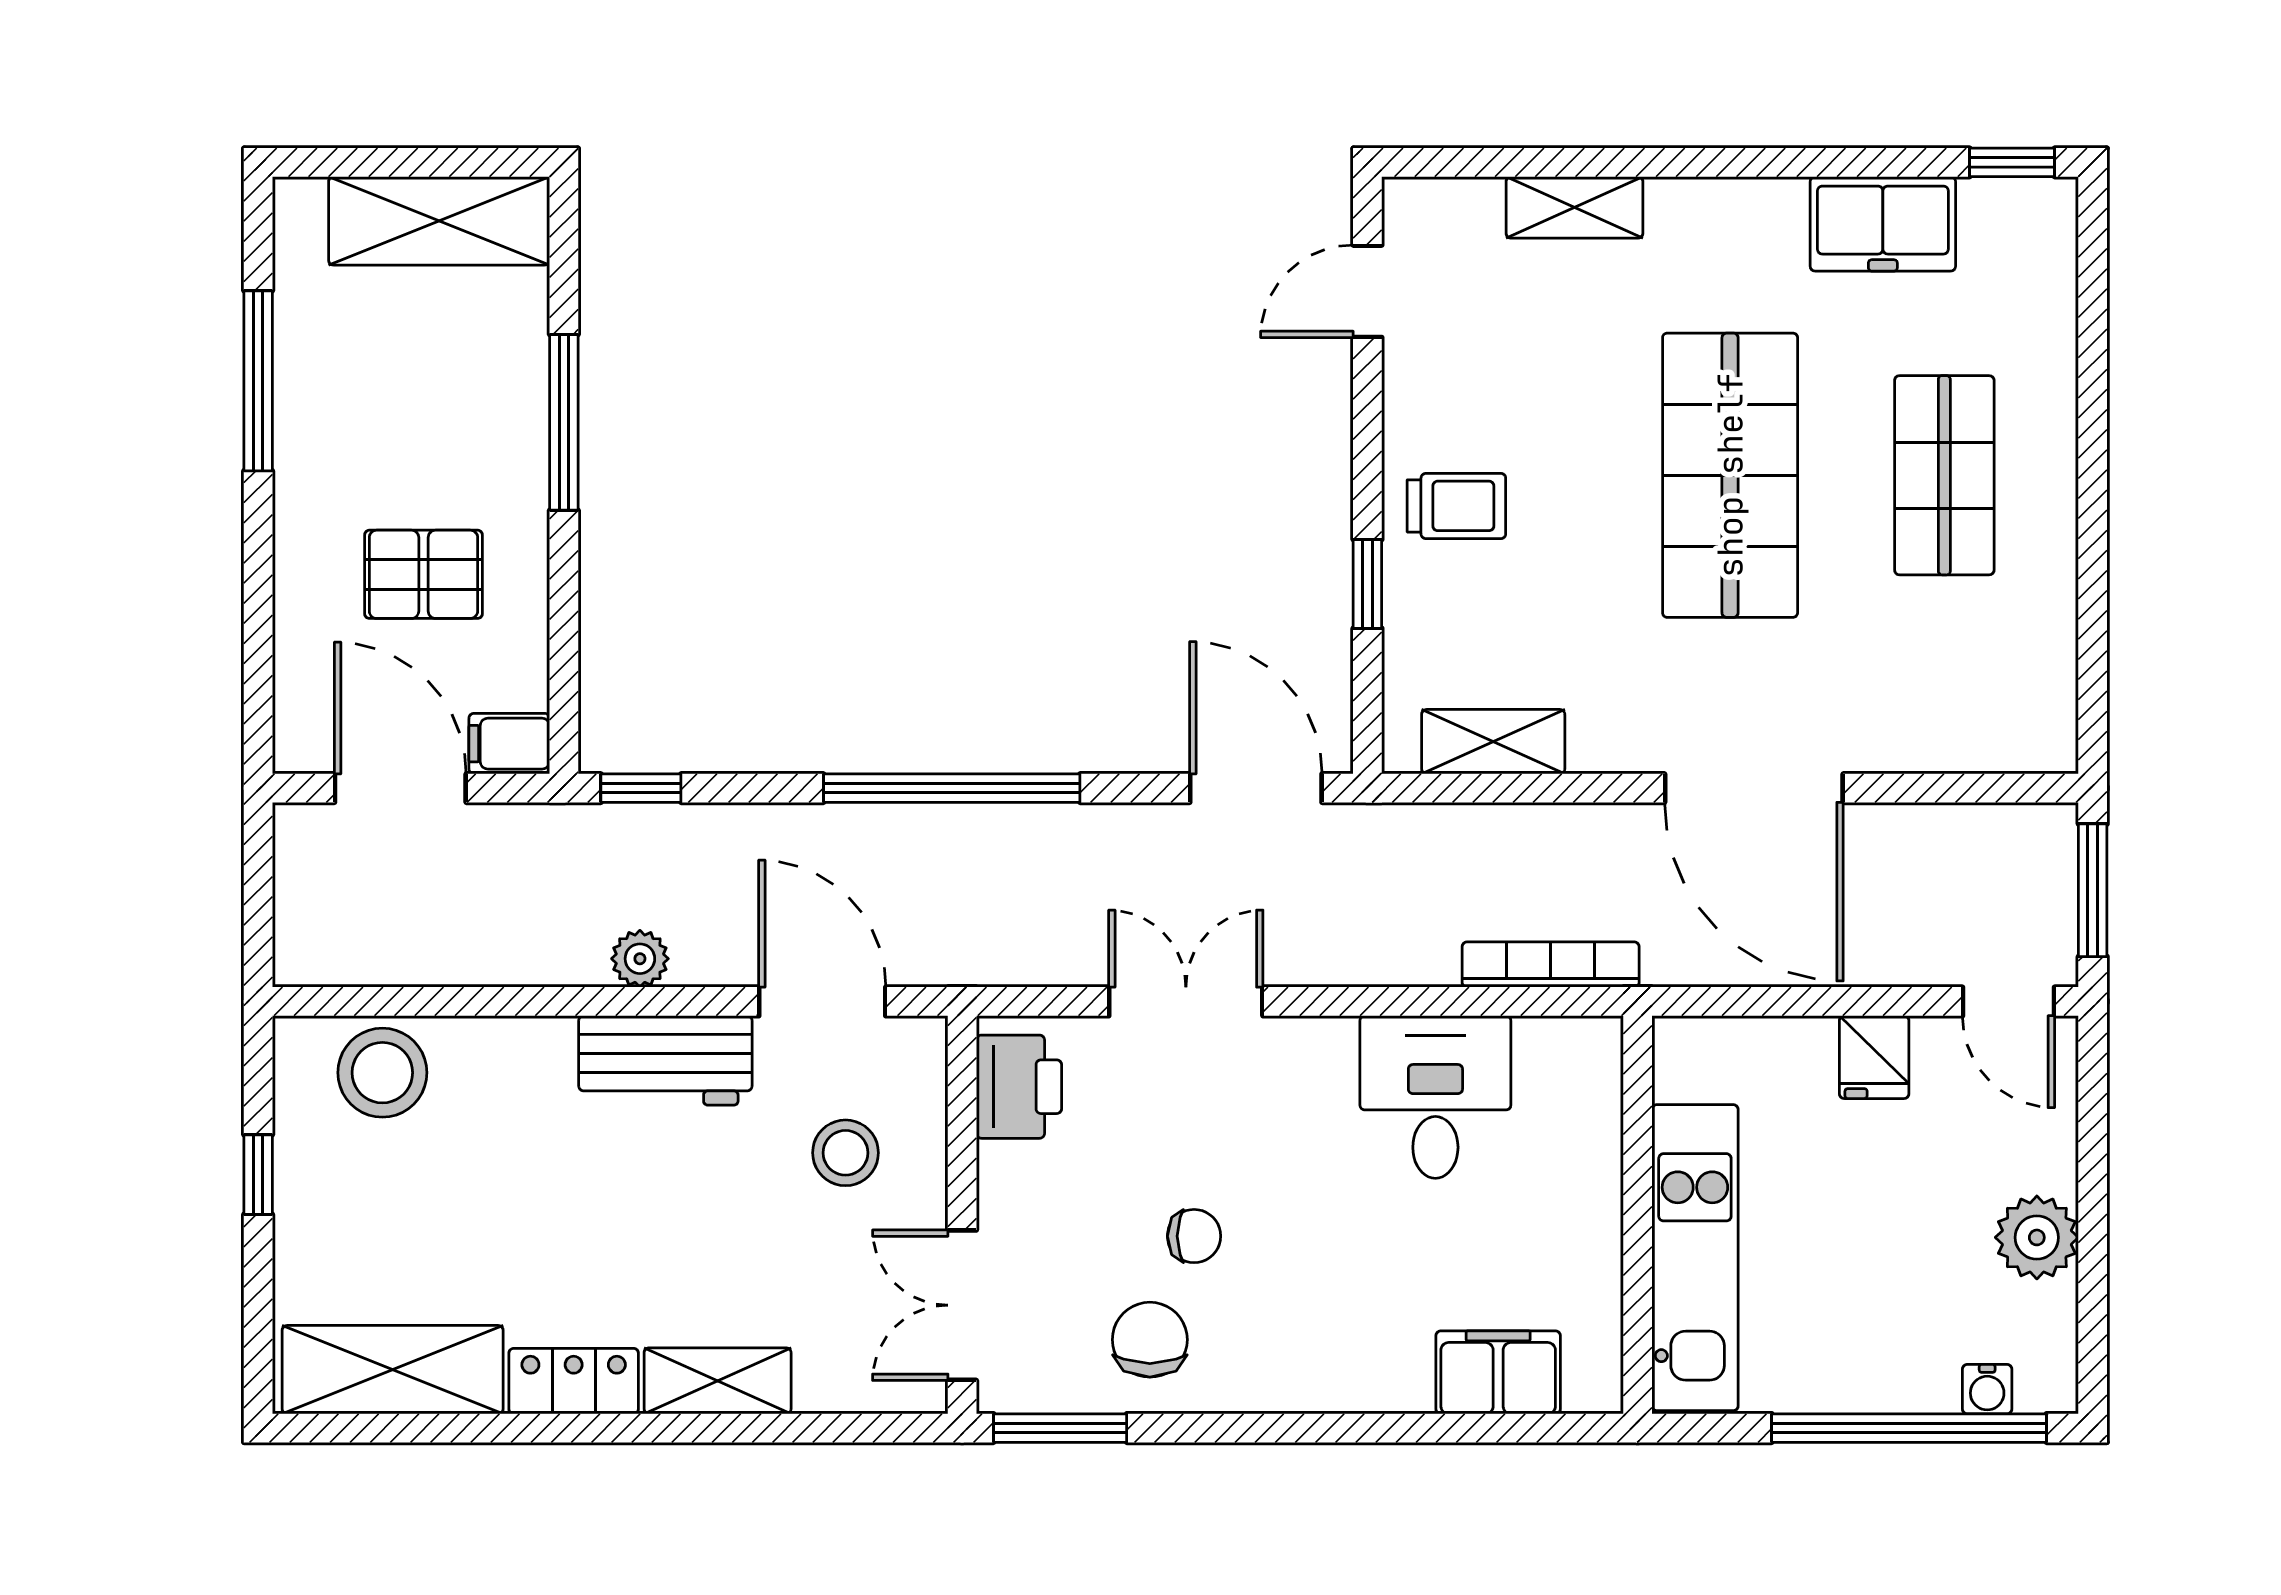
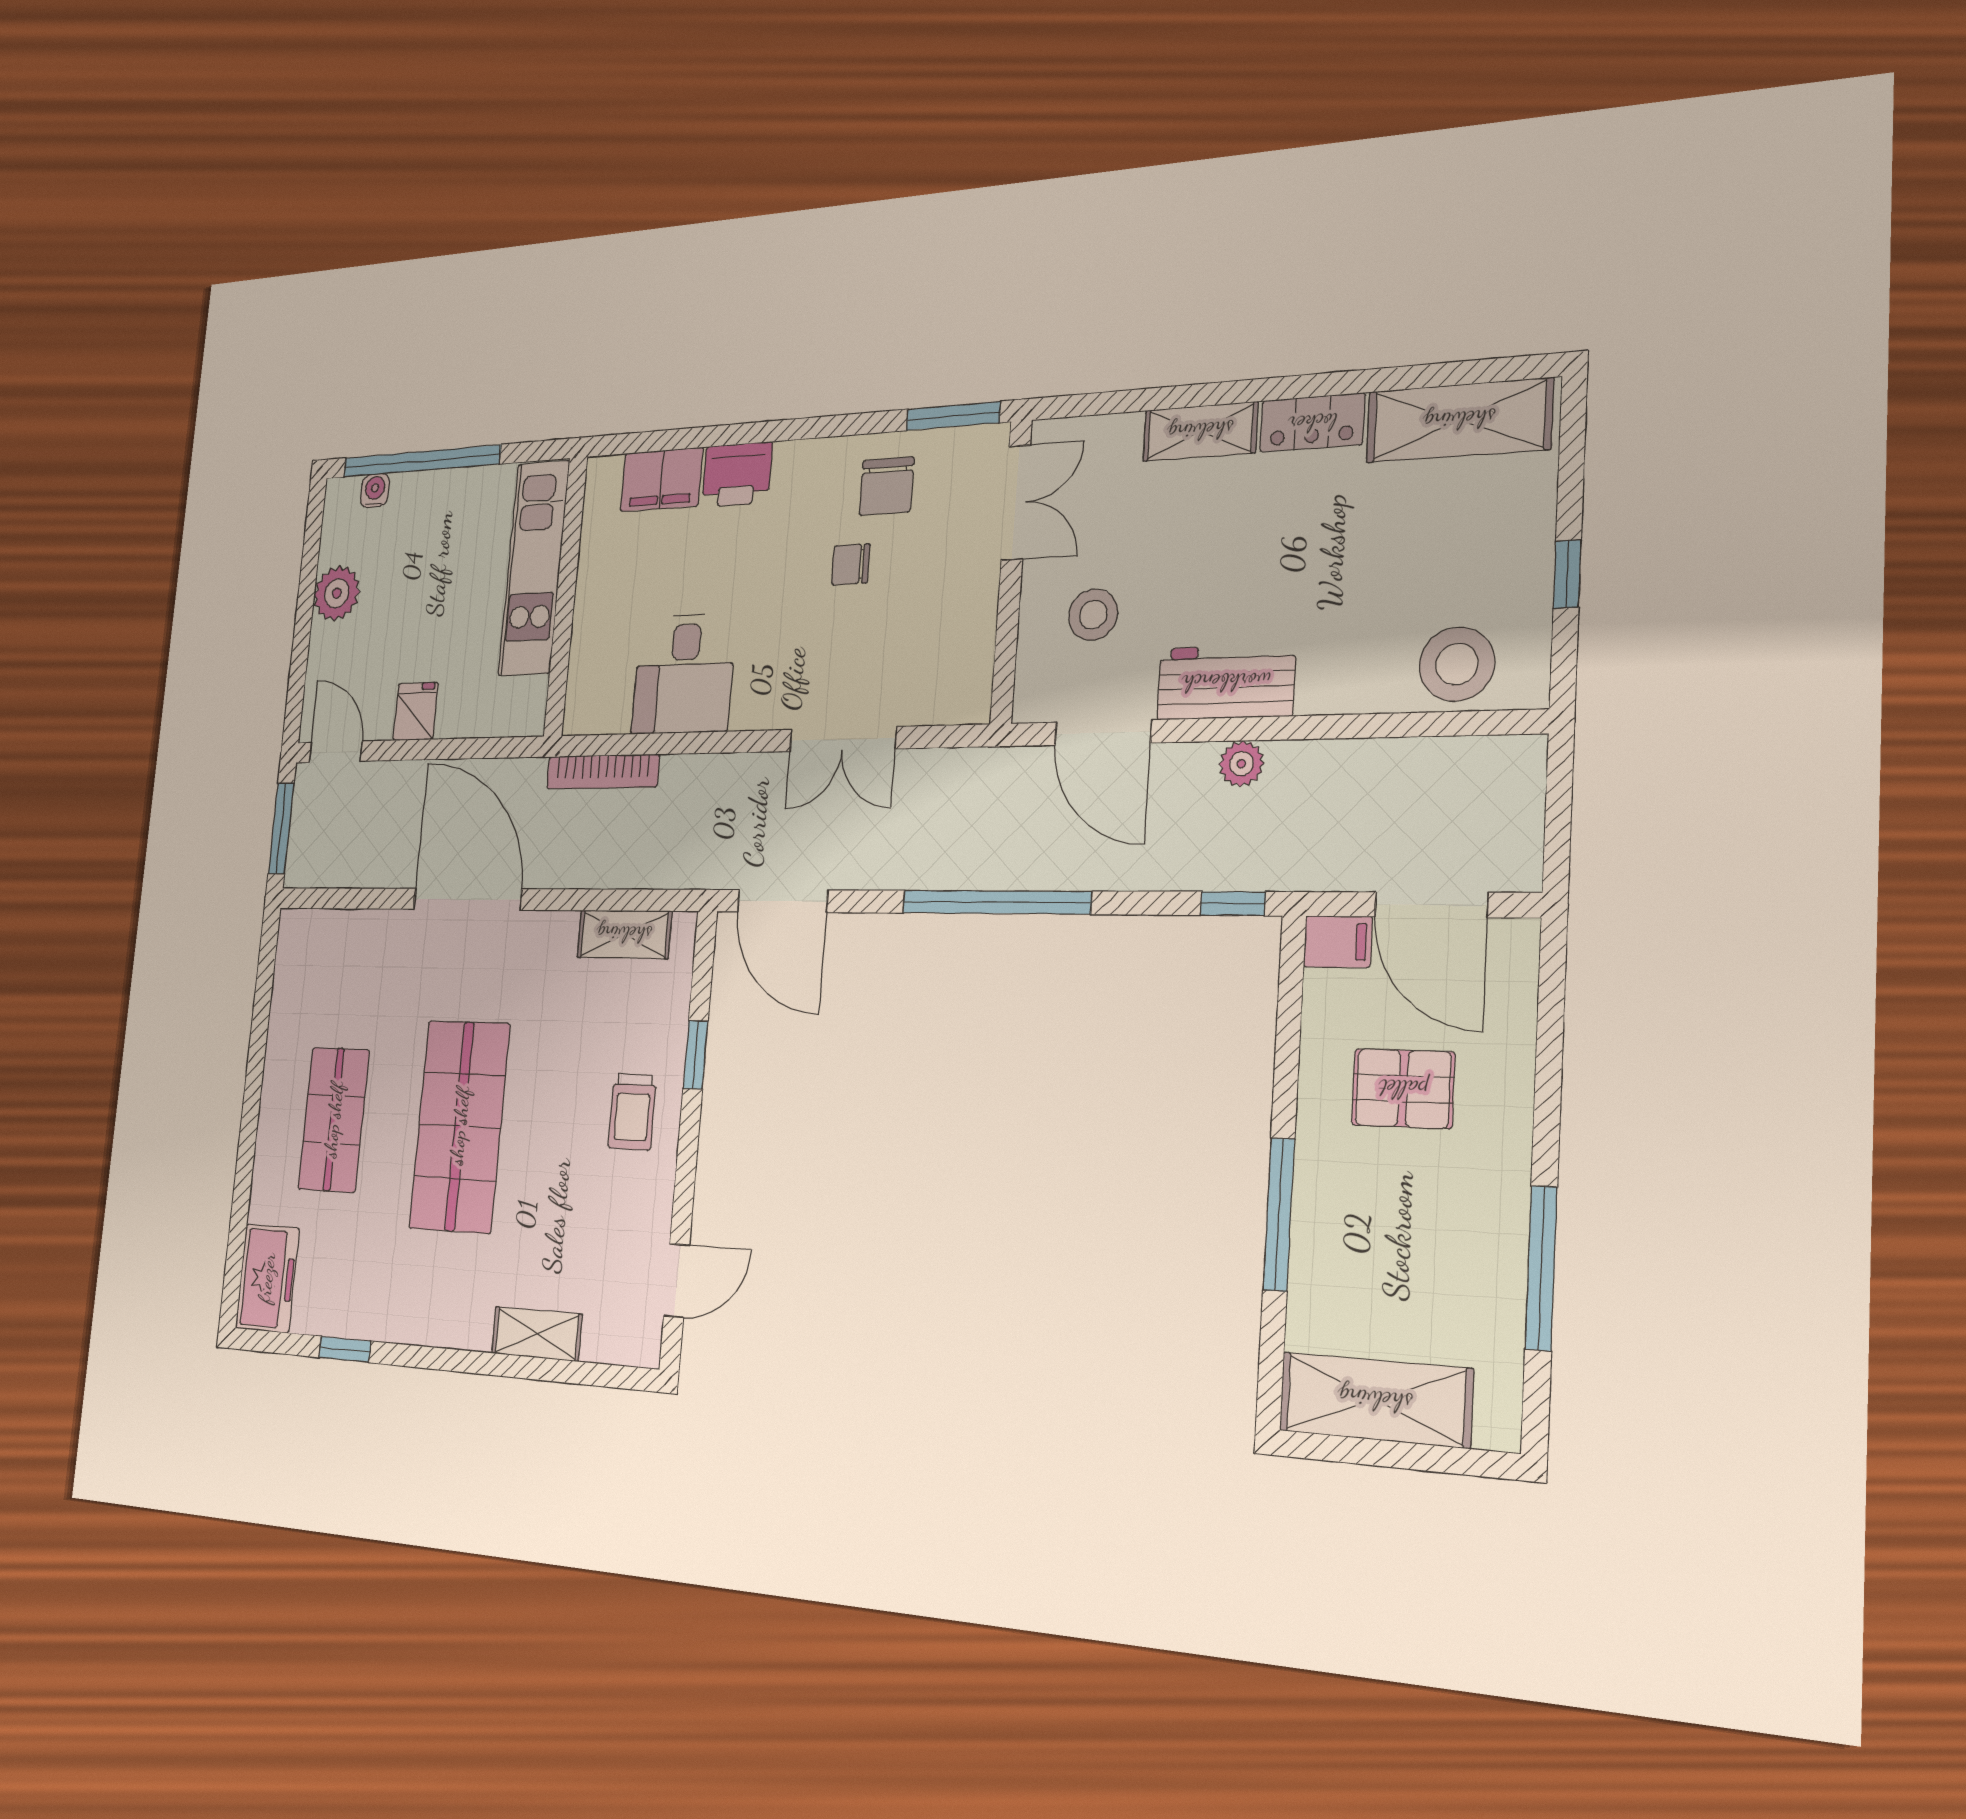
window: (2012, 162) -> (345, 1349), moved
freezer: (1883, 224) -> (267, 1278), moved, turned 90
trolley: (1456, 506) -> (632, 1112), turned -90
printer: (1019, 1087) -> (737, 474), moved, turned -90

